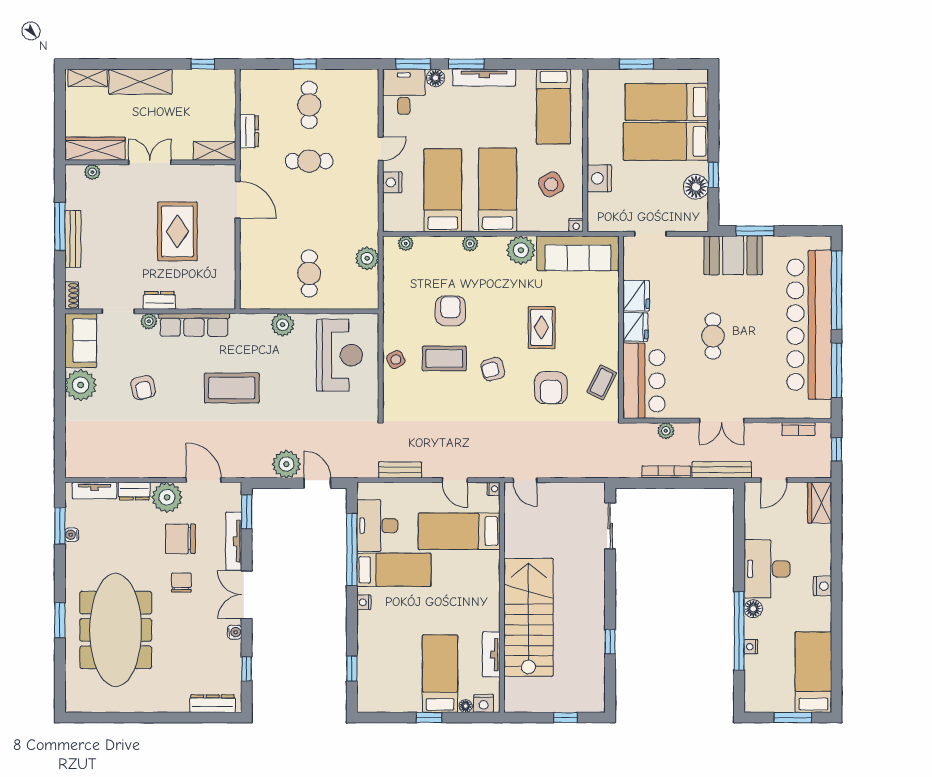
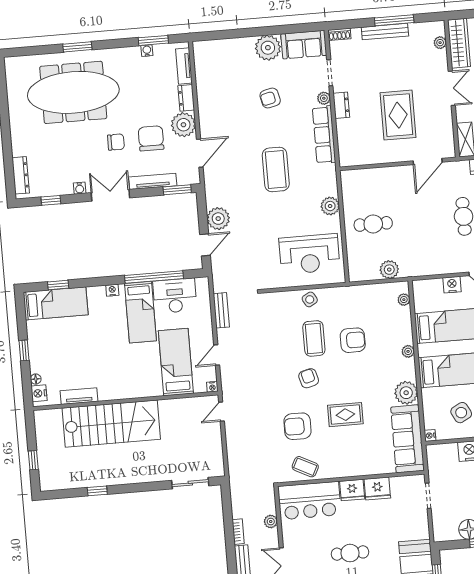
rug: (177, 231) -> (398, 115), turned 90
bookcase: (666, 472) -> (238, 532), width x0.64
bed: (440, 674) -> (56, 303), moved

